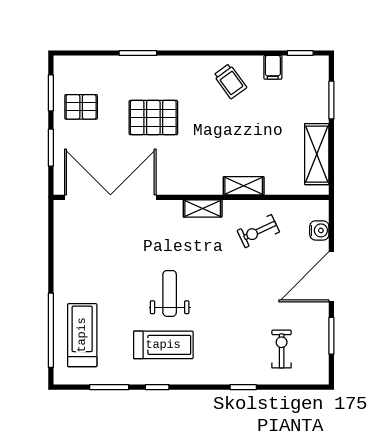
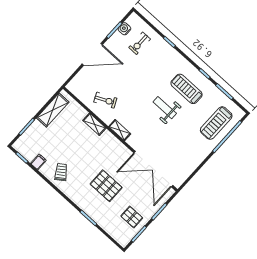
water cooler: (319, 230) -> (124, 29), moved
weight bench: (170, 293) -> (165, 108), turned 90

